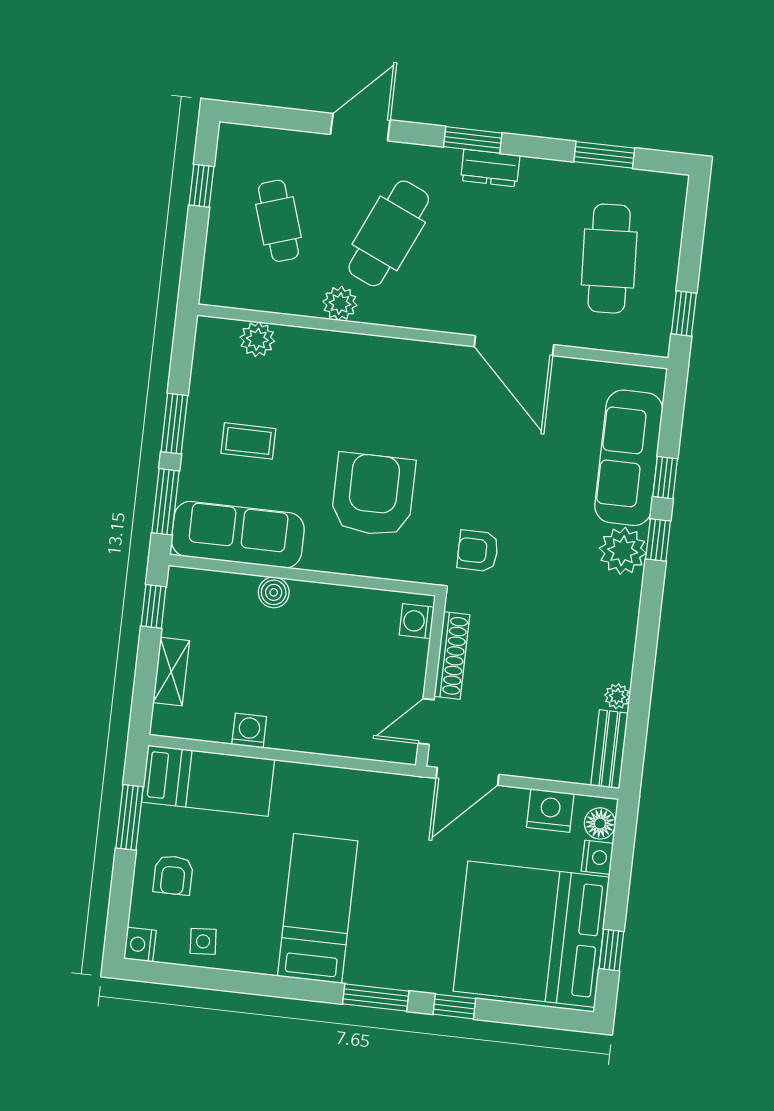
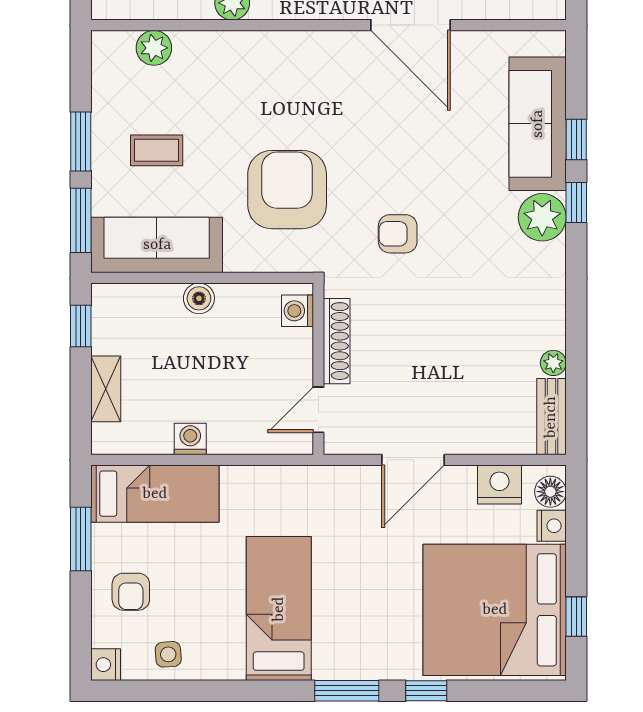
washing machine: (417, 621) -> (297, 311), moved
shoe rack: (452, 655) -> (337, 341), moved
wall: (431, 681) -> (318, 369), moved
door: (426, 722) -> (318, 410), moved

